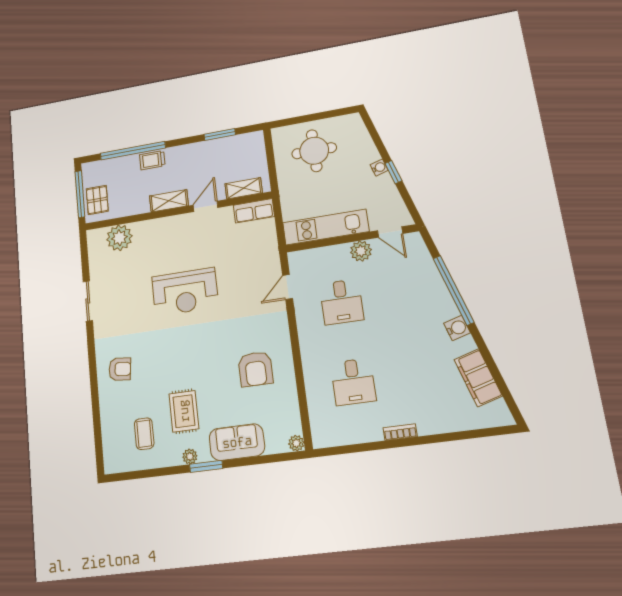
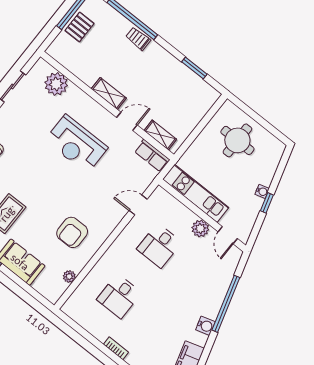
shelving: (244, 188) -> (160, 135), moved
shelving: (169, 201) -> (109, 93), moved
door: (205, 206) -> (127, 121), moved
wall: (177, 211) -> (107, 106), moved
row of seats: (254, 211) -> (152, 156), moved
plant: (119, 238) -> (56, 84), moved
plant: (296, 443) -> (69, 277), moved

